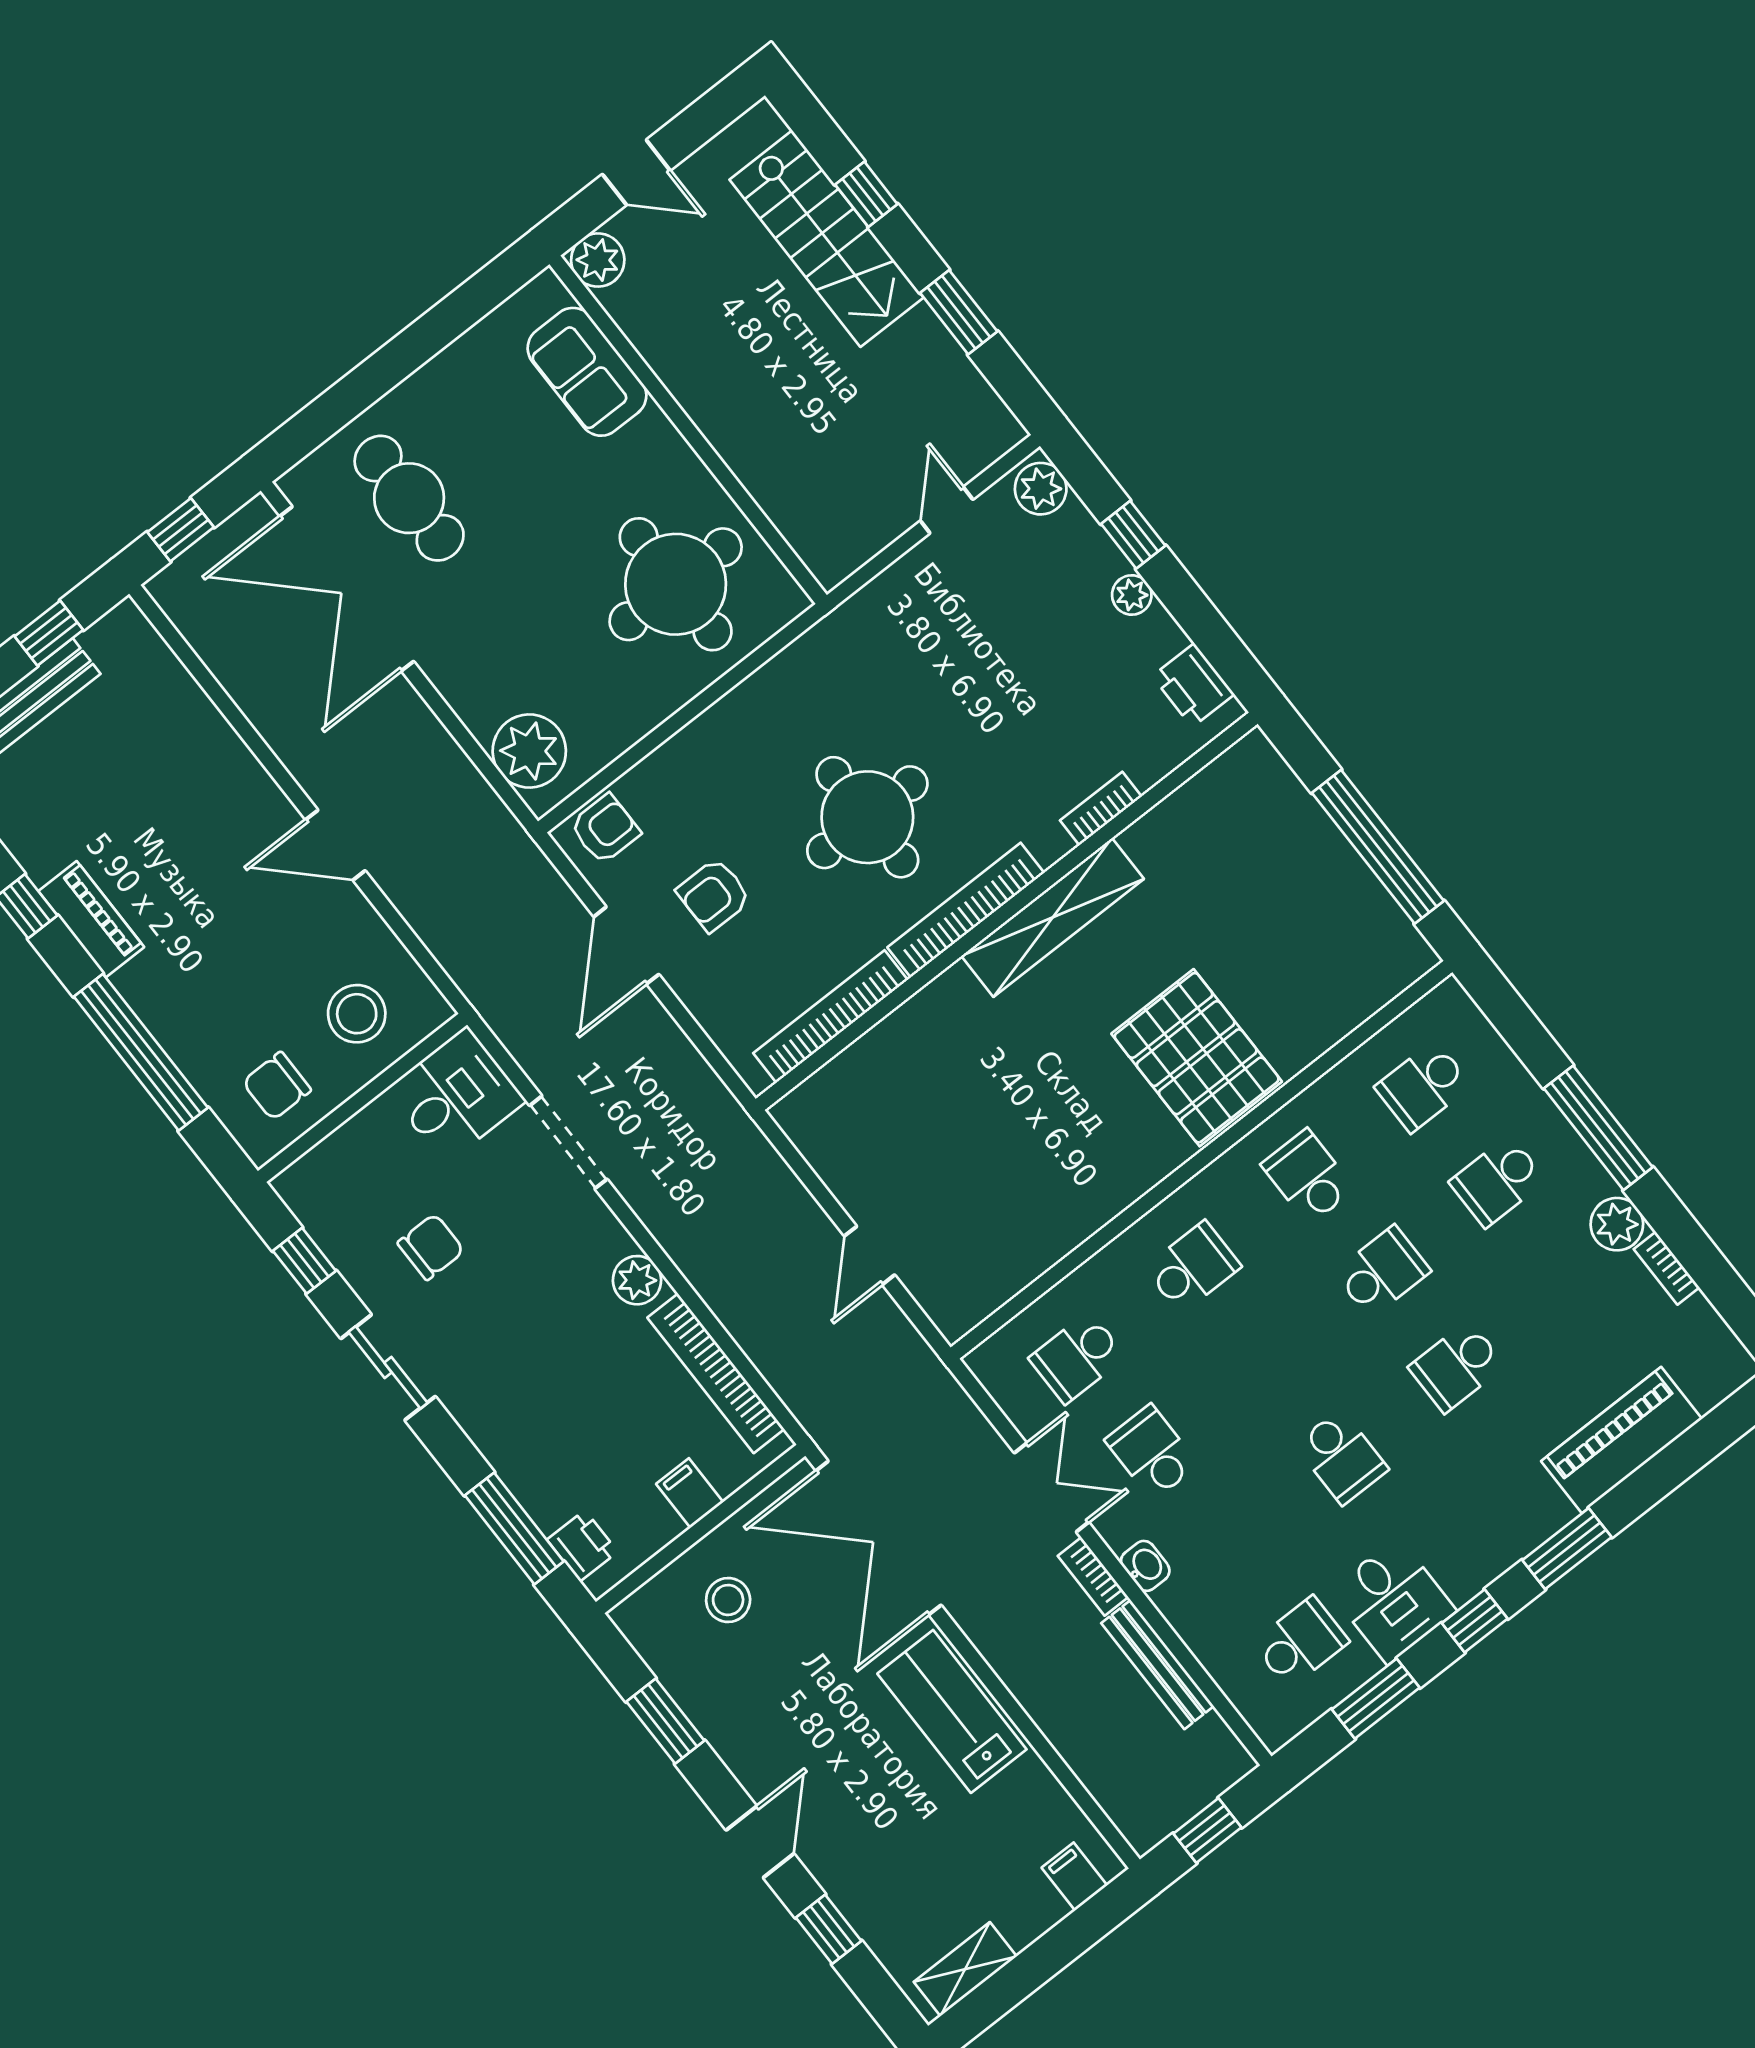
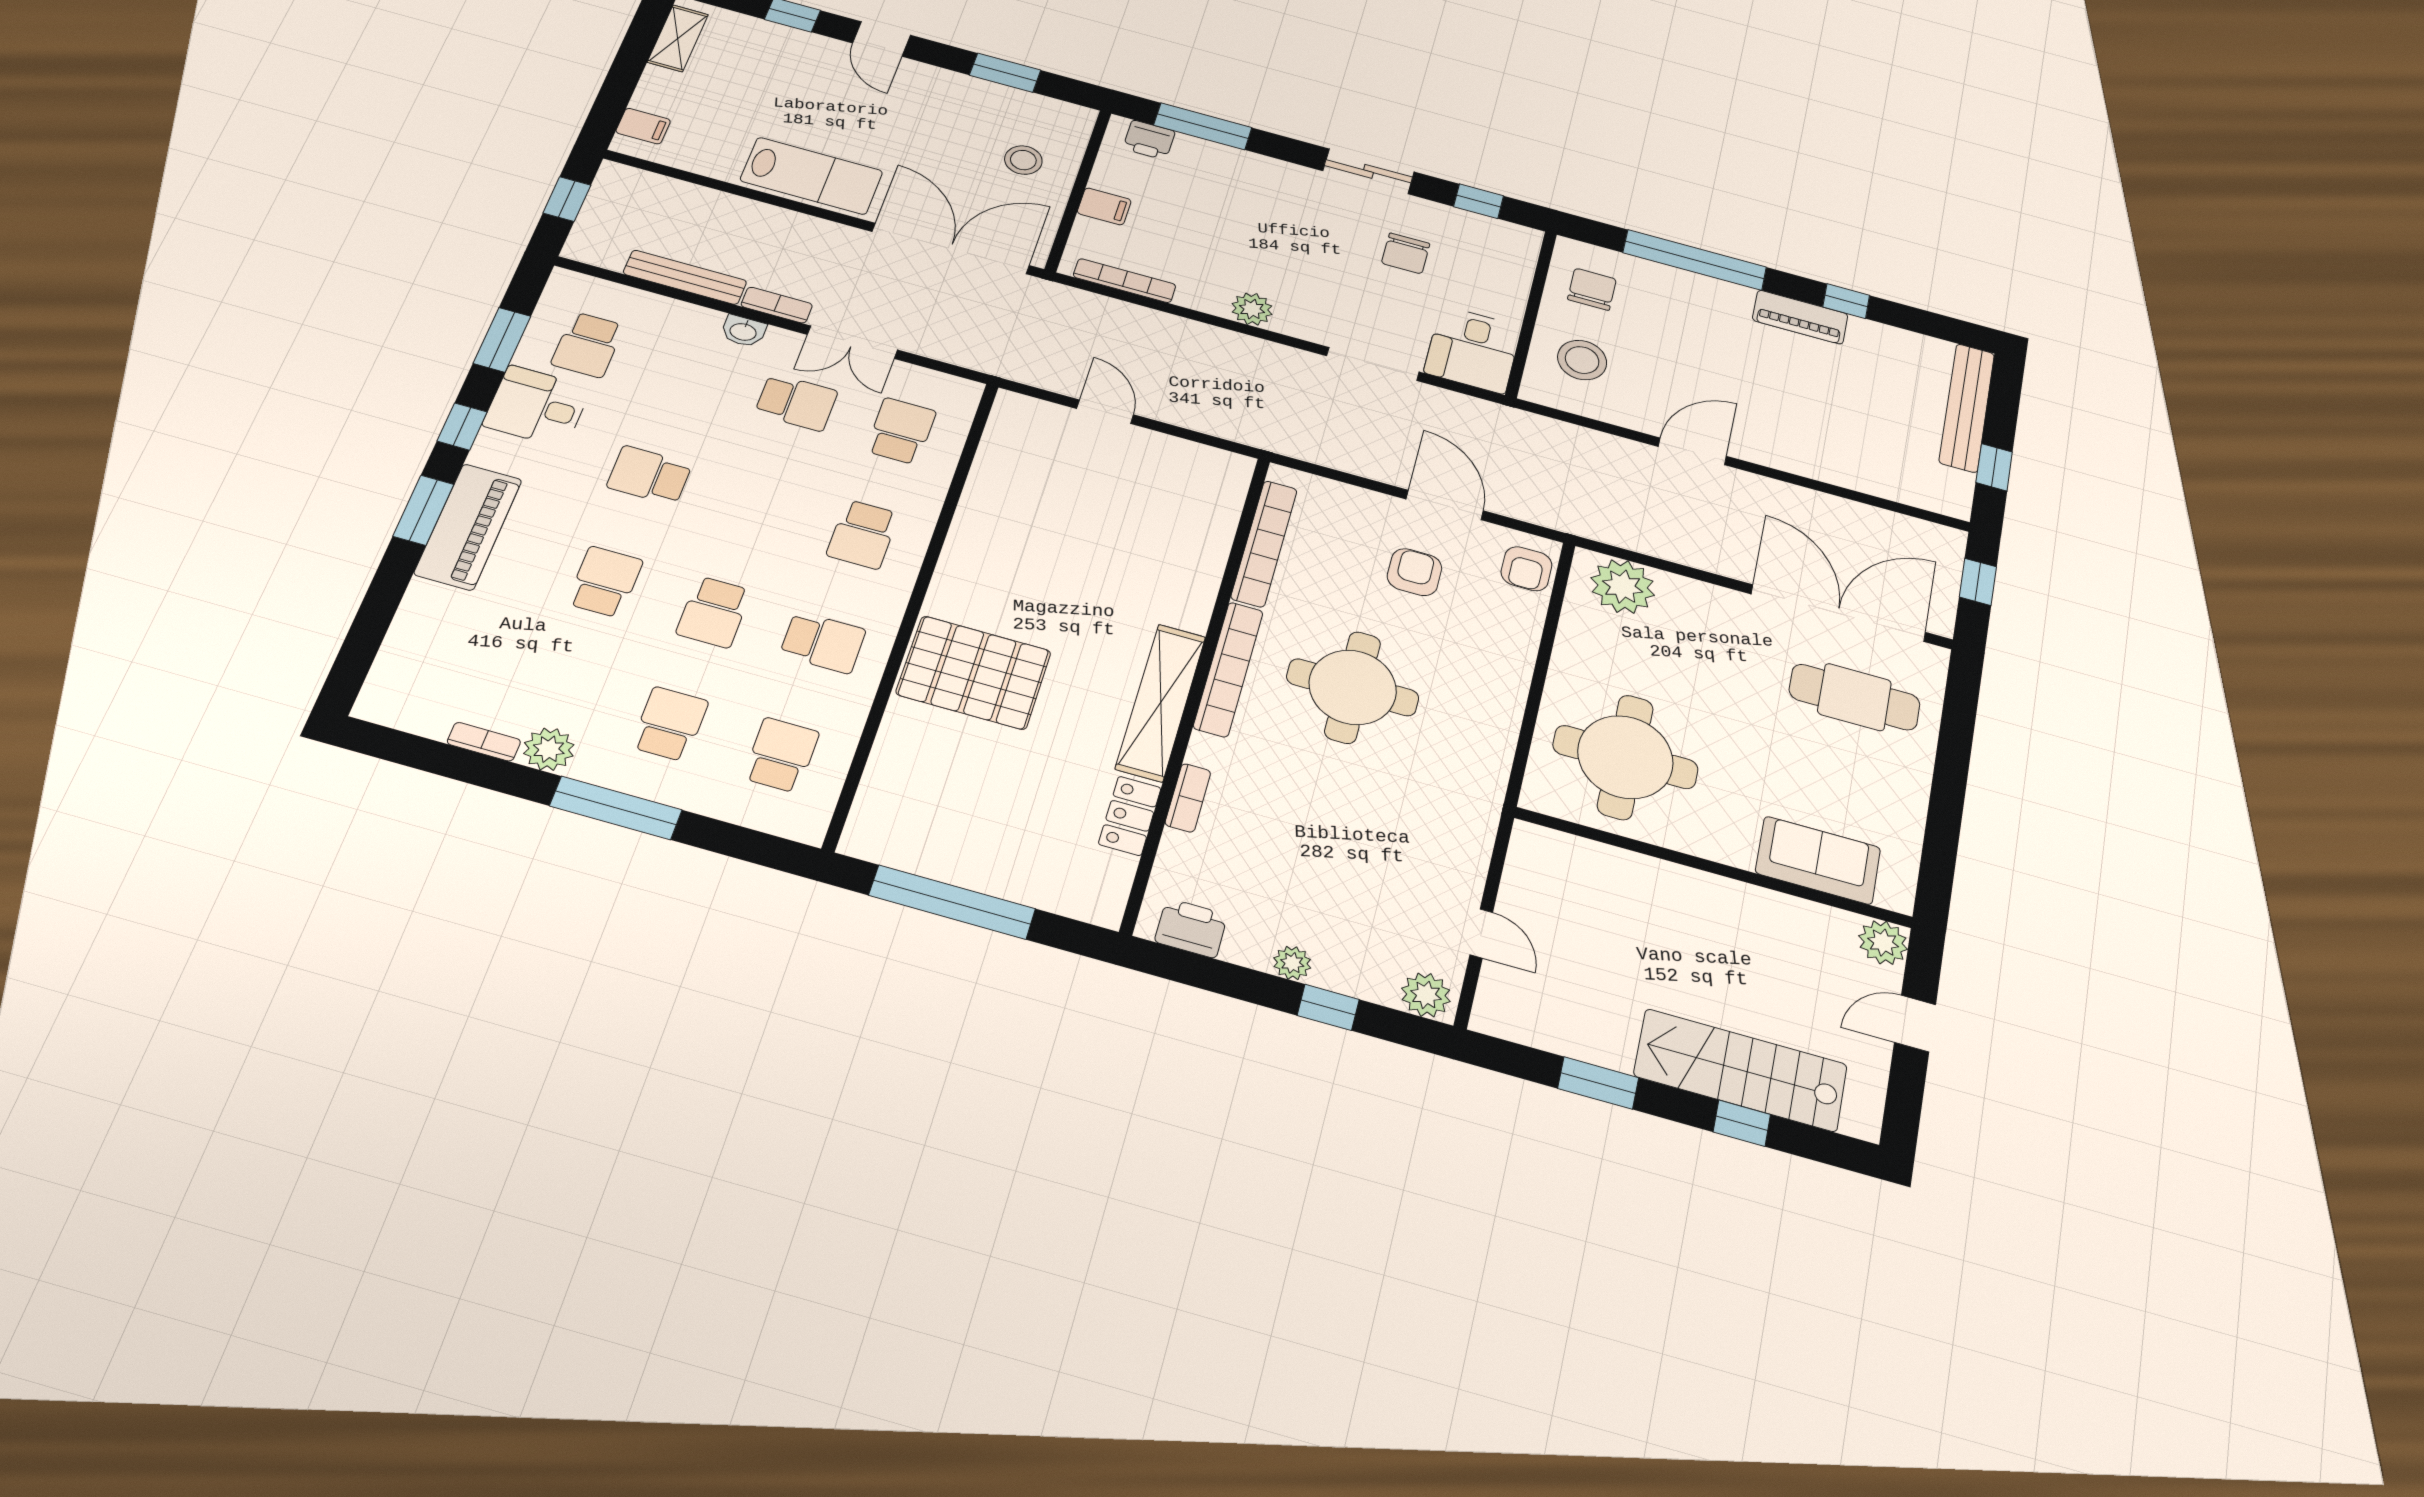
locker: (1165, 825) -> (1130, 816), added
bookcase: (716, 1373) -> (1124, 281), width x0.68, depth x0.76
piano: (1622, 1440) -> (468, 527), moved

